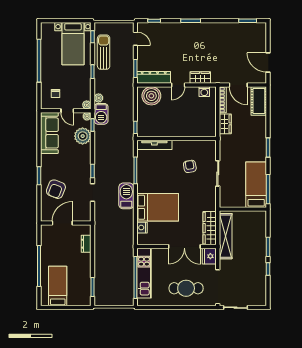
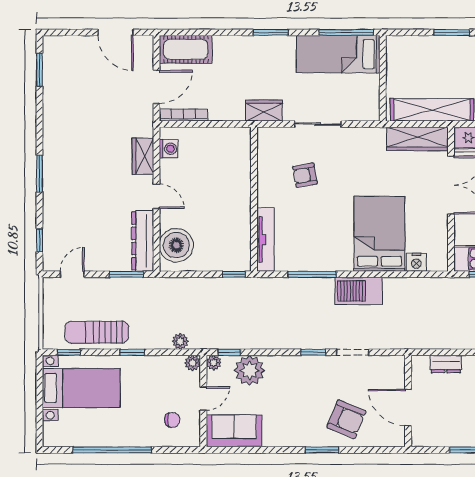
door: (268, 62) -> (116, 32), hinge flipped
barbecue: (101, 114) -> (209, 337), removed
wardrobe: (225, 124) -> (264, 111), moved
sofa: (49, 133) -> (234, 431), width x0.73

